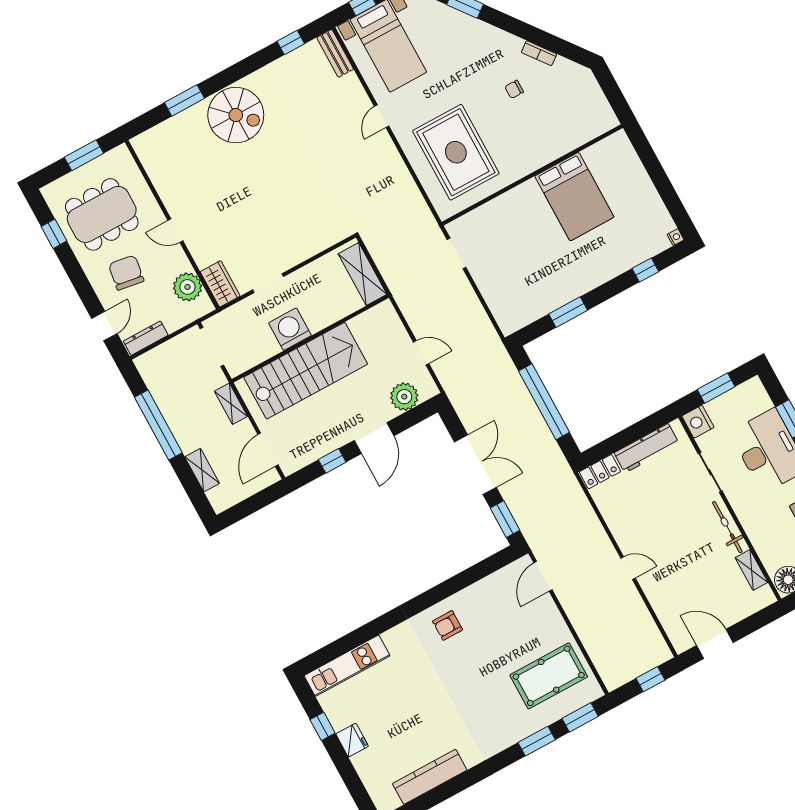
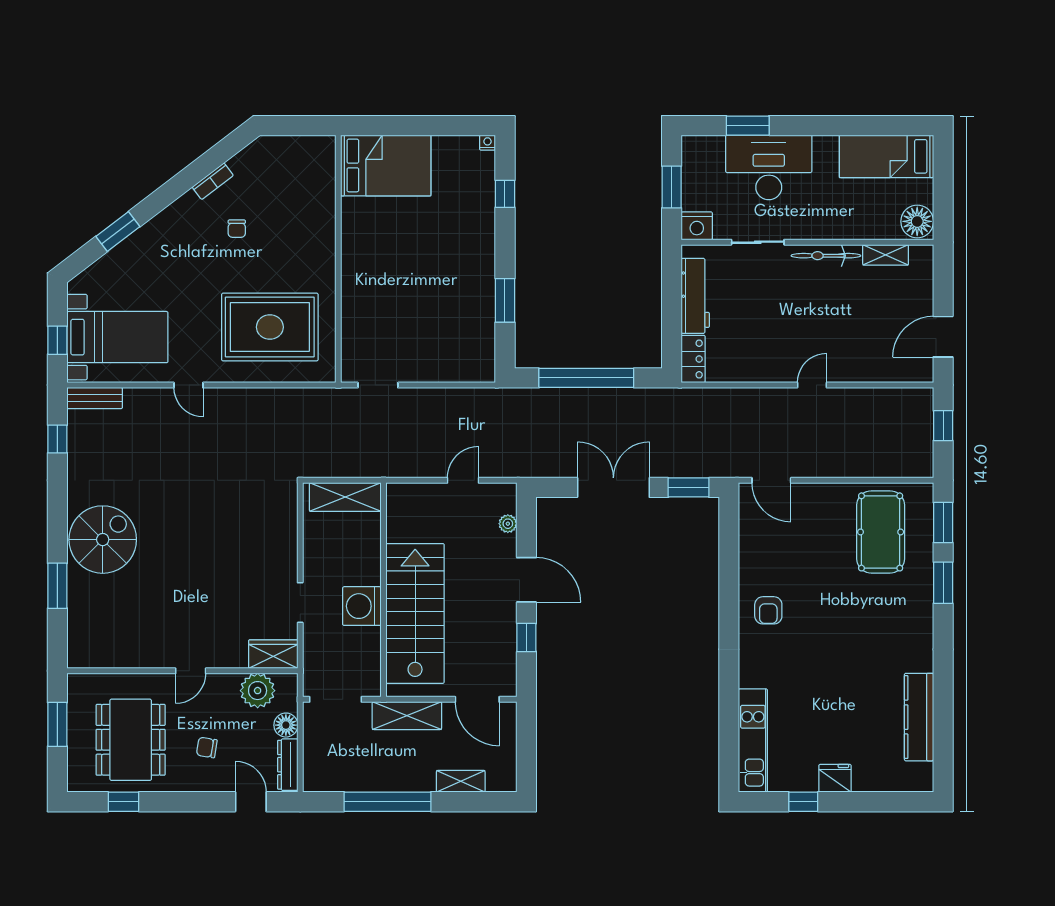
bed: (574, 197) -> (386, 165), moved
chair: (126, 273) -> (207, 747), width x0.54, depth x0.54
floor lamp: (174, 321) -> (286, 725), added
plant: (404, 397) -> (508, 524), width x0.53, depth x0.53
shelving: (231, 404) -> (407, 716), width x1.50, depth x1.33

